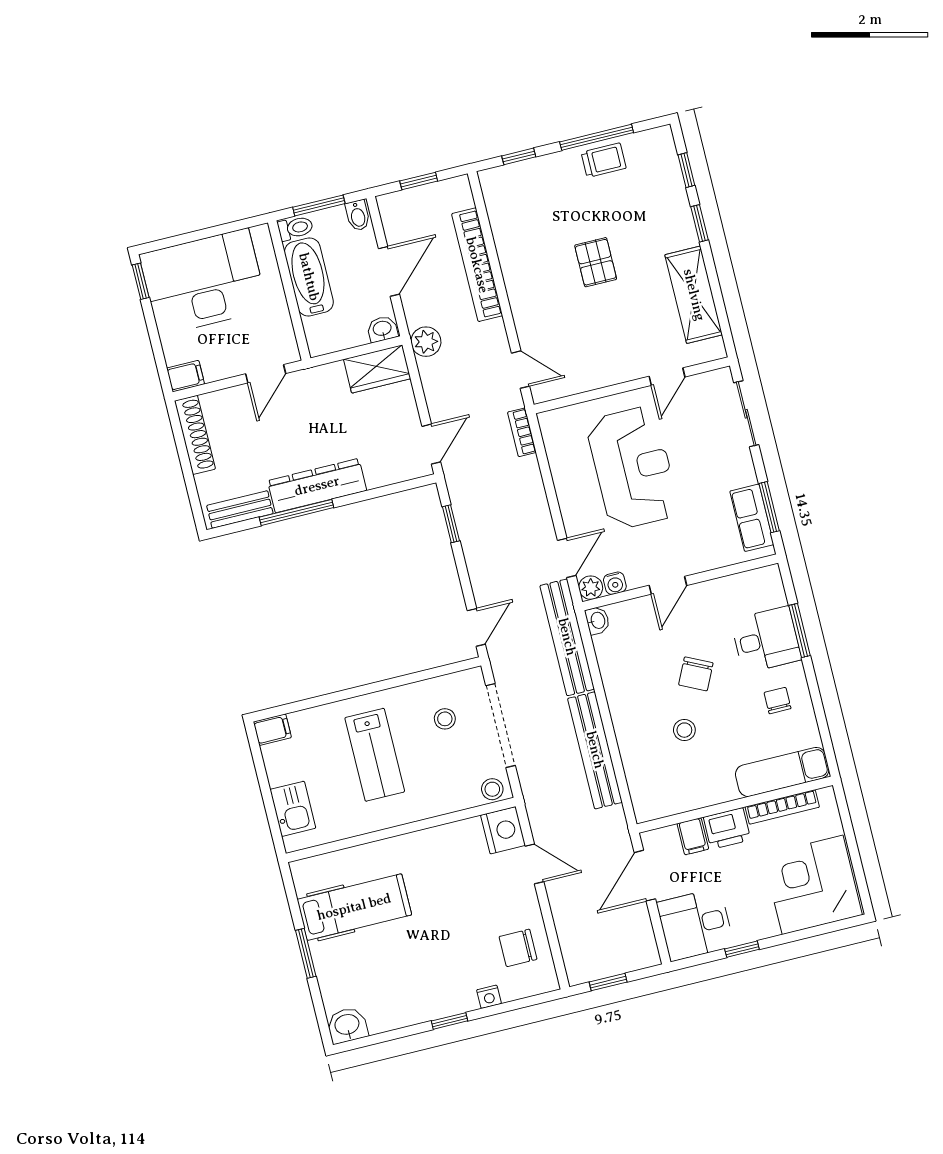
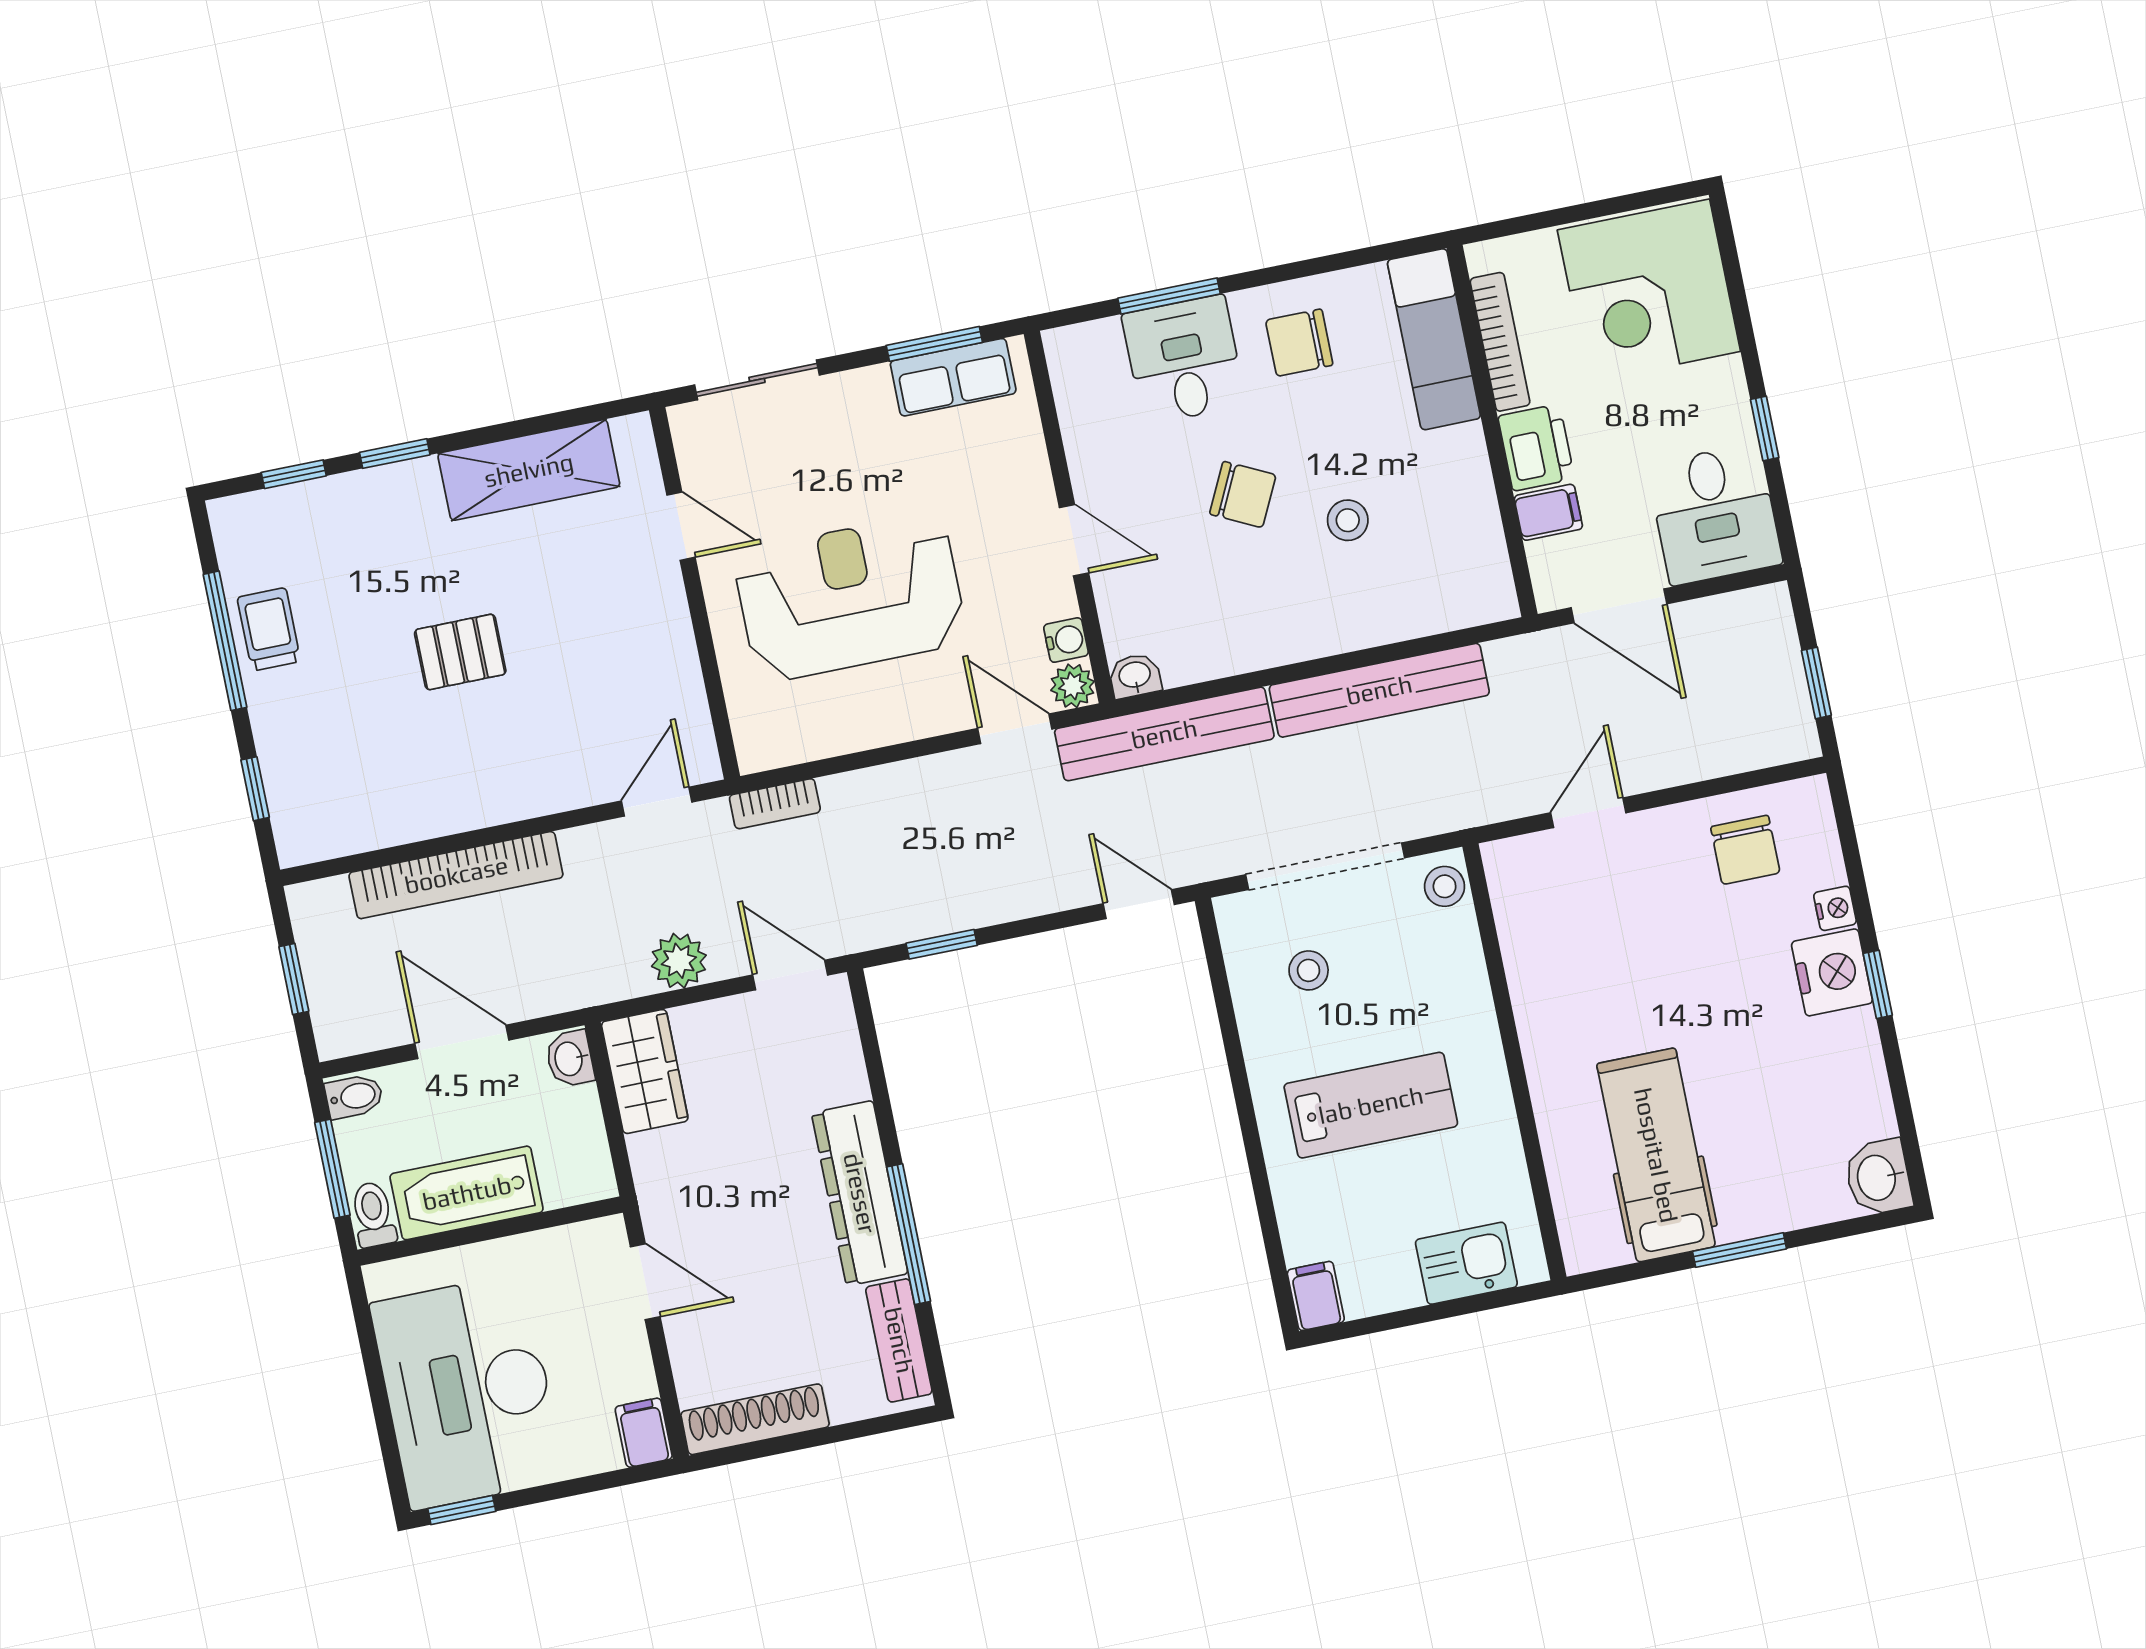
plant: (426, 342) -> (679, 961), moved
chair: (778, 701) -> (1299, 343), width x1.37, depth x1.37
nightstand: (503, 830) -> (1832, 972), moved, turned 90

